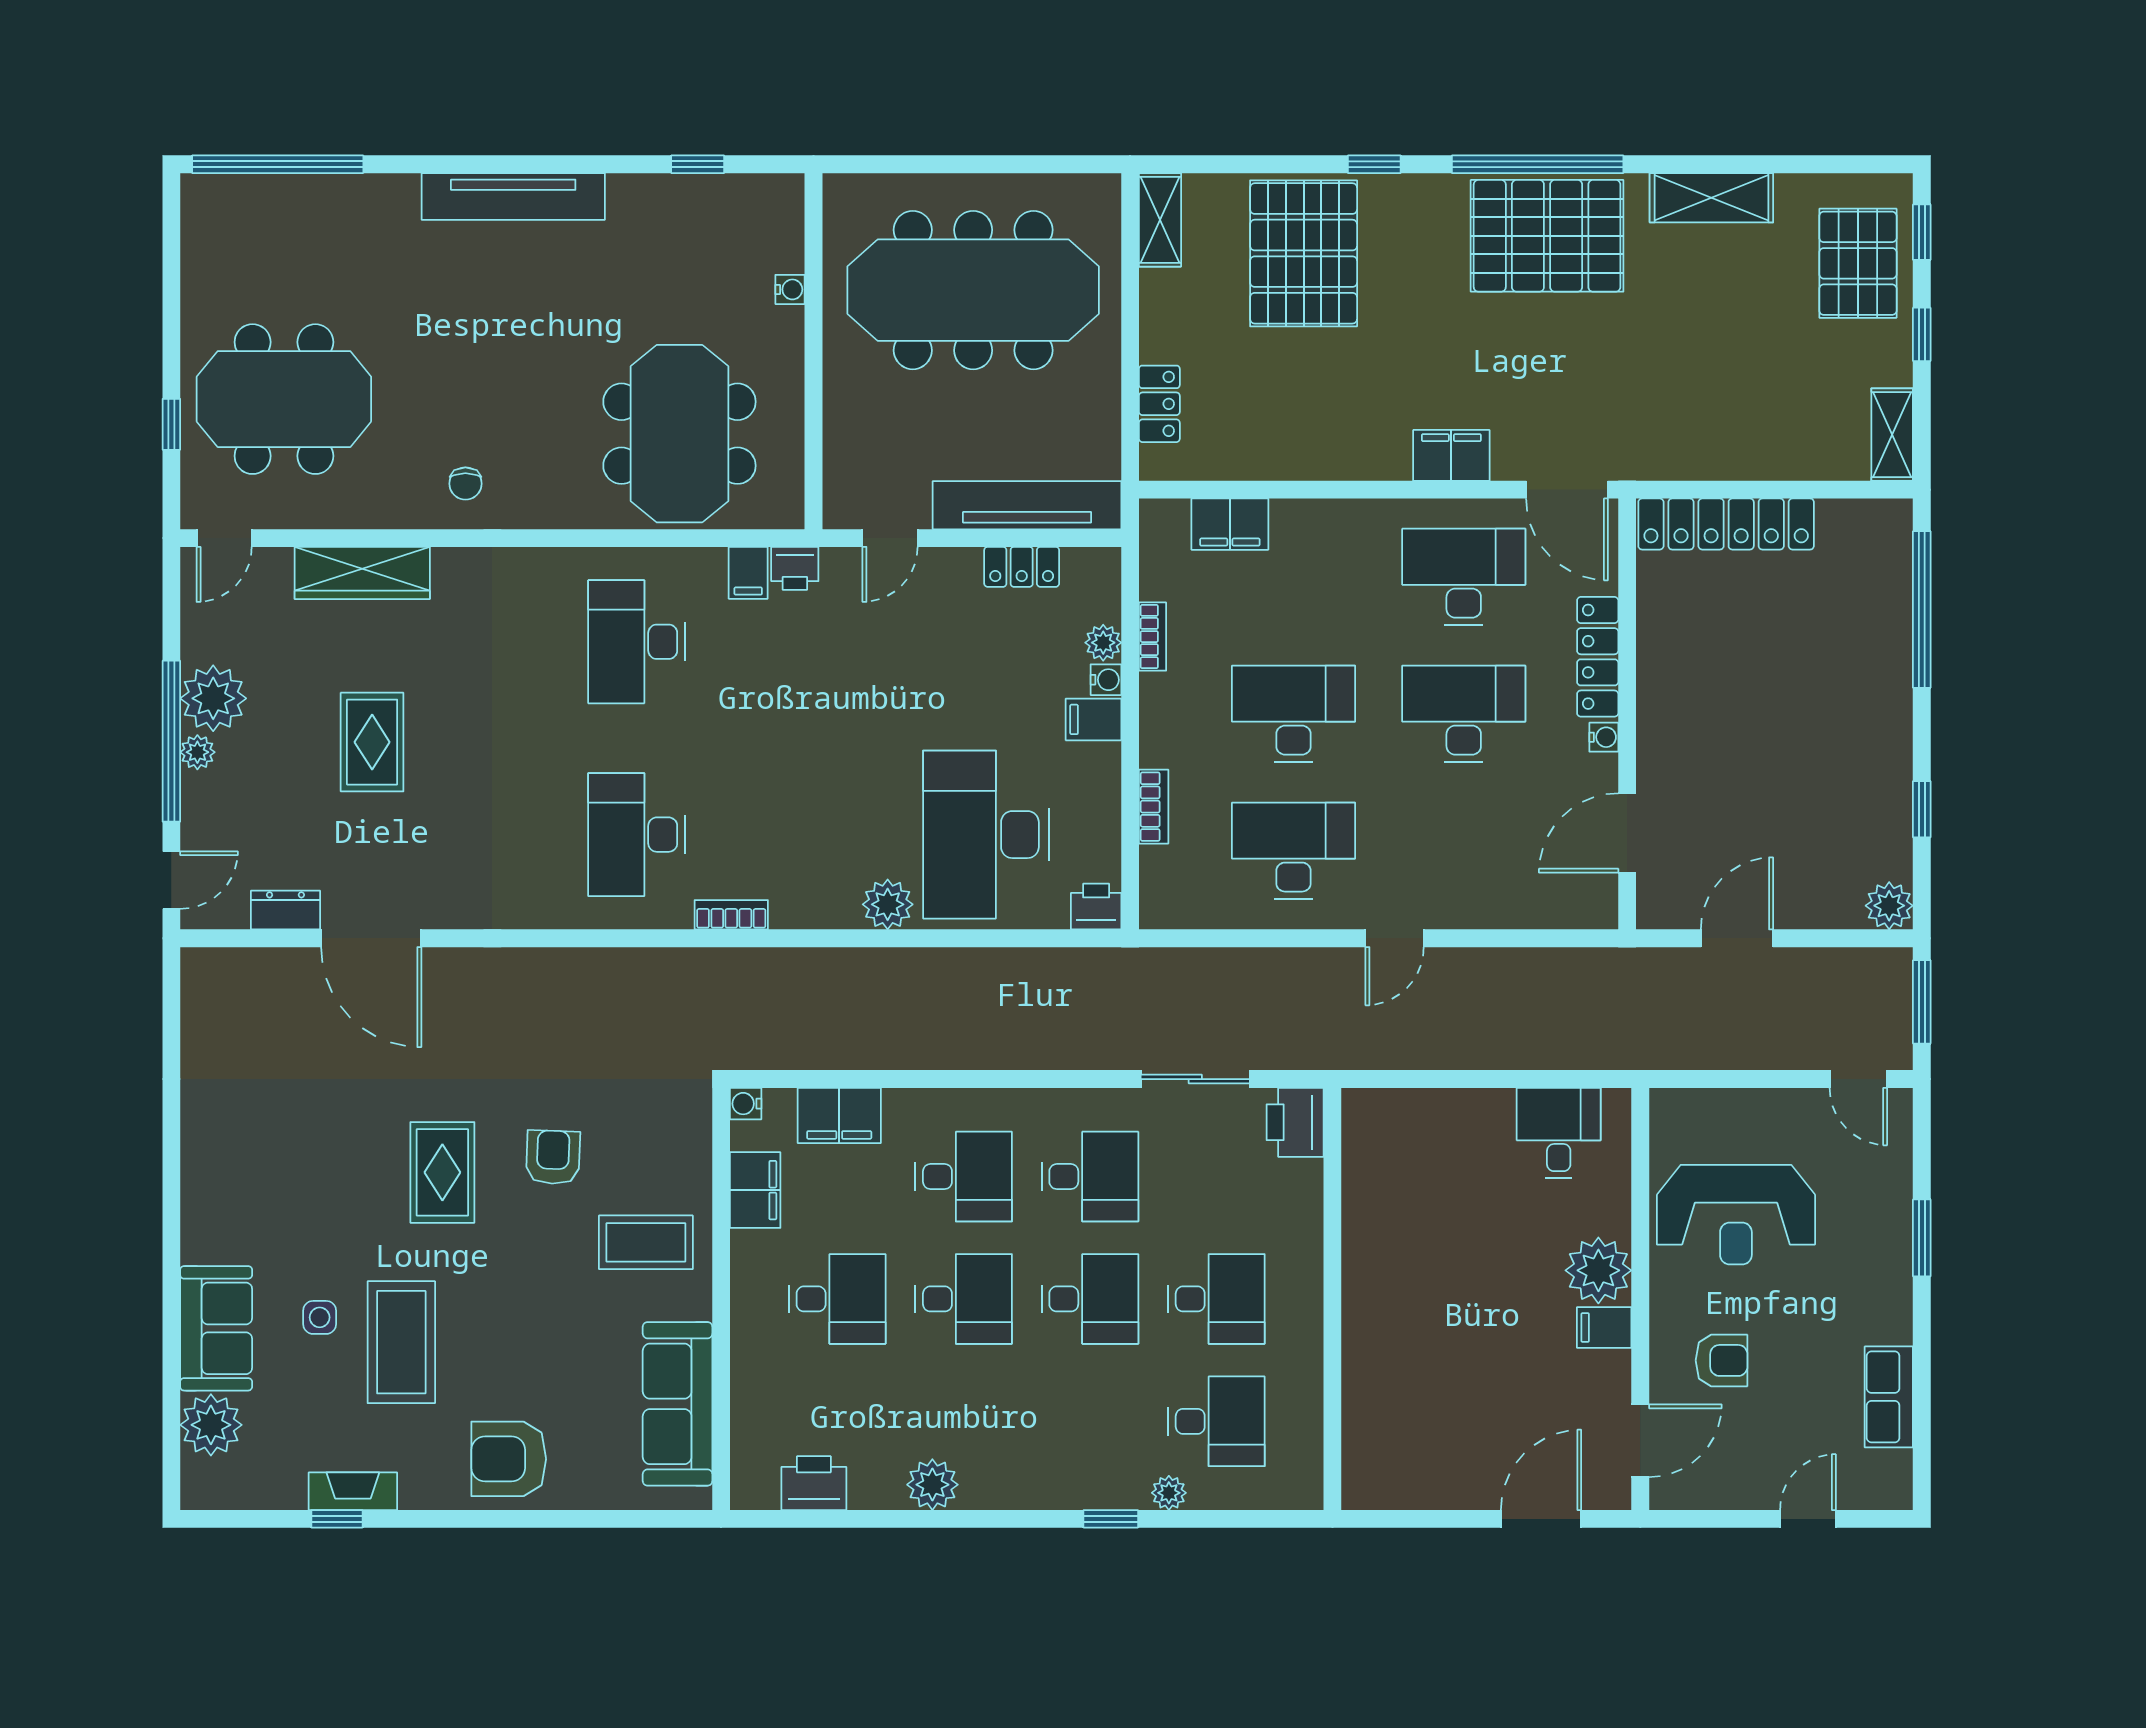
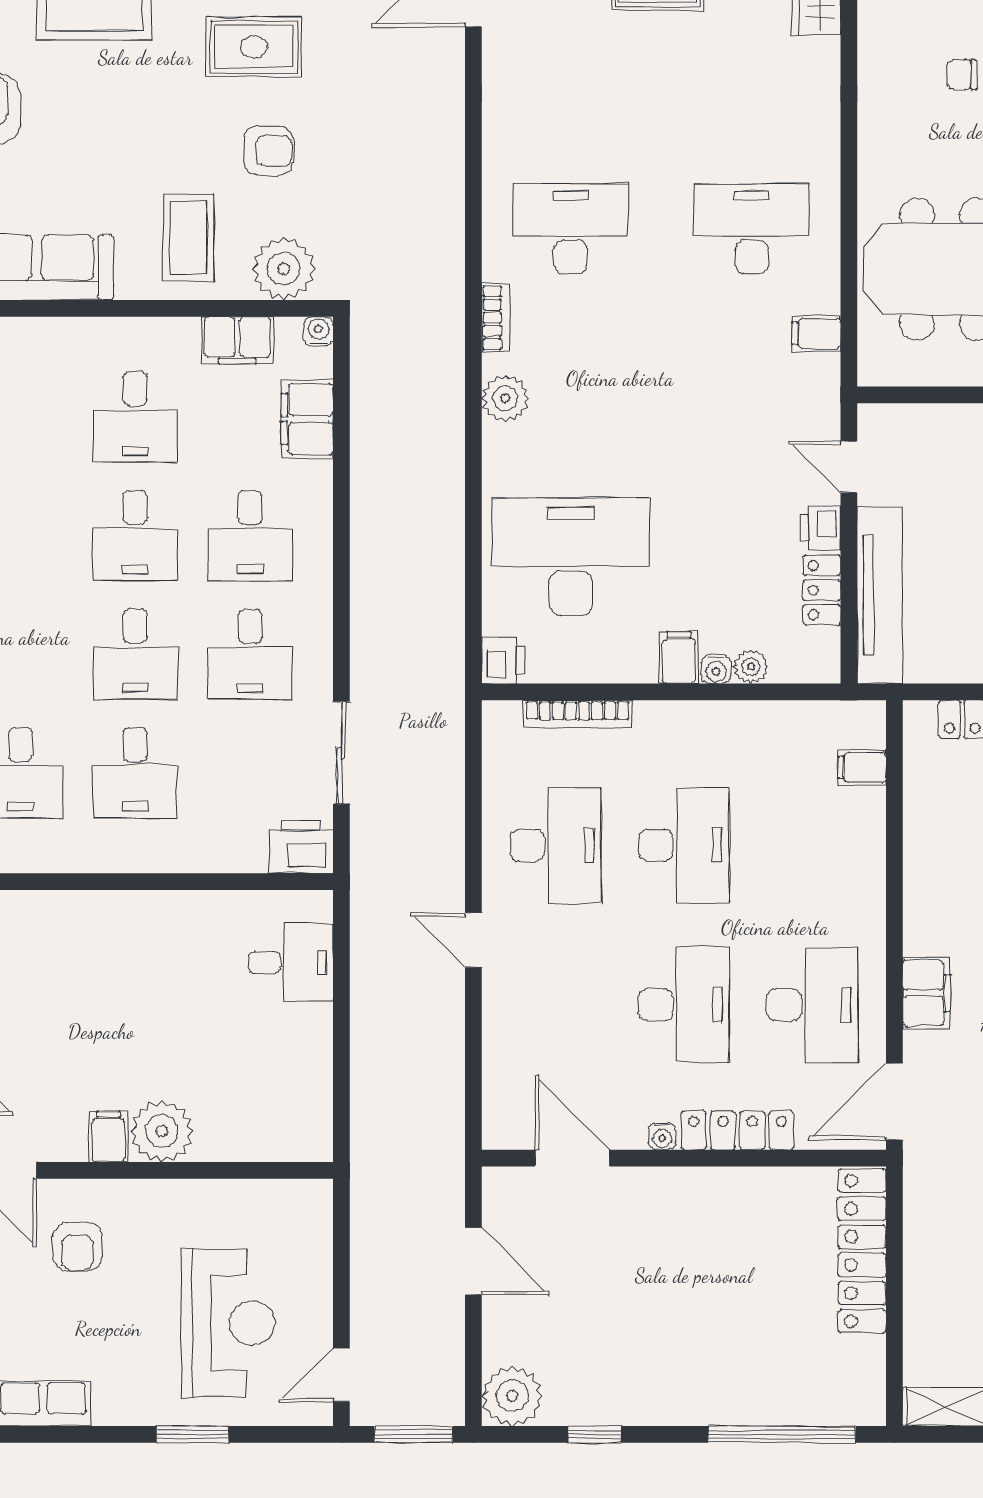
chair: (465, 484) -> (962, 75), moved
filing cabinet: (1230, 524) -> (862, 767), width x0.50
printer: (795, 568) -> (820, 528), moved
bookcase: (1153, 637) -> (757, 713), removed
bookcase: (1154, 807) -> (577, 714), width x1.56
plant: (888, 904) -> (505, 398), moved
plant: (1889, 906) -> (512, 1396), width x1.36, depth x1.36
desk: (1559, 1133) -> (291, 962), moved
plant: (679, 1141) -> (284, 269), added
reception desk: (1736, 1215) -> (228, 1323), moved, turned 180

